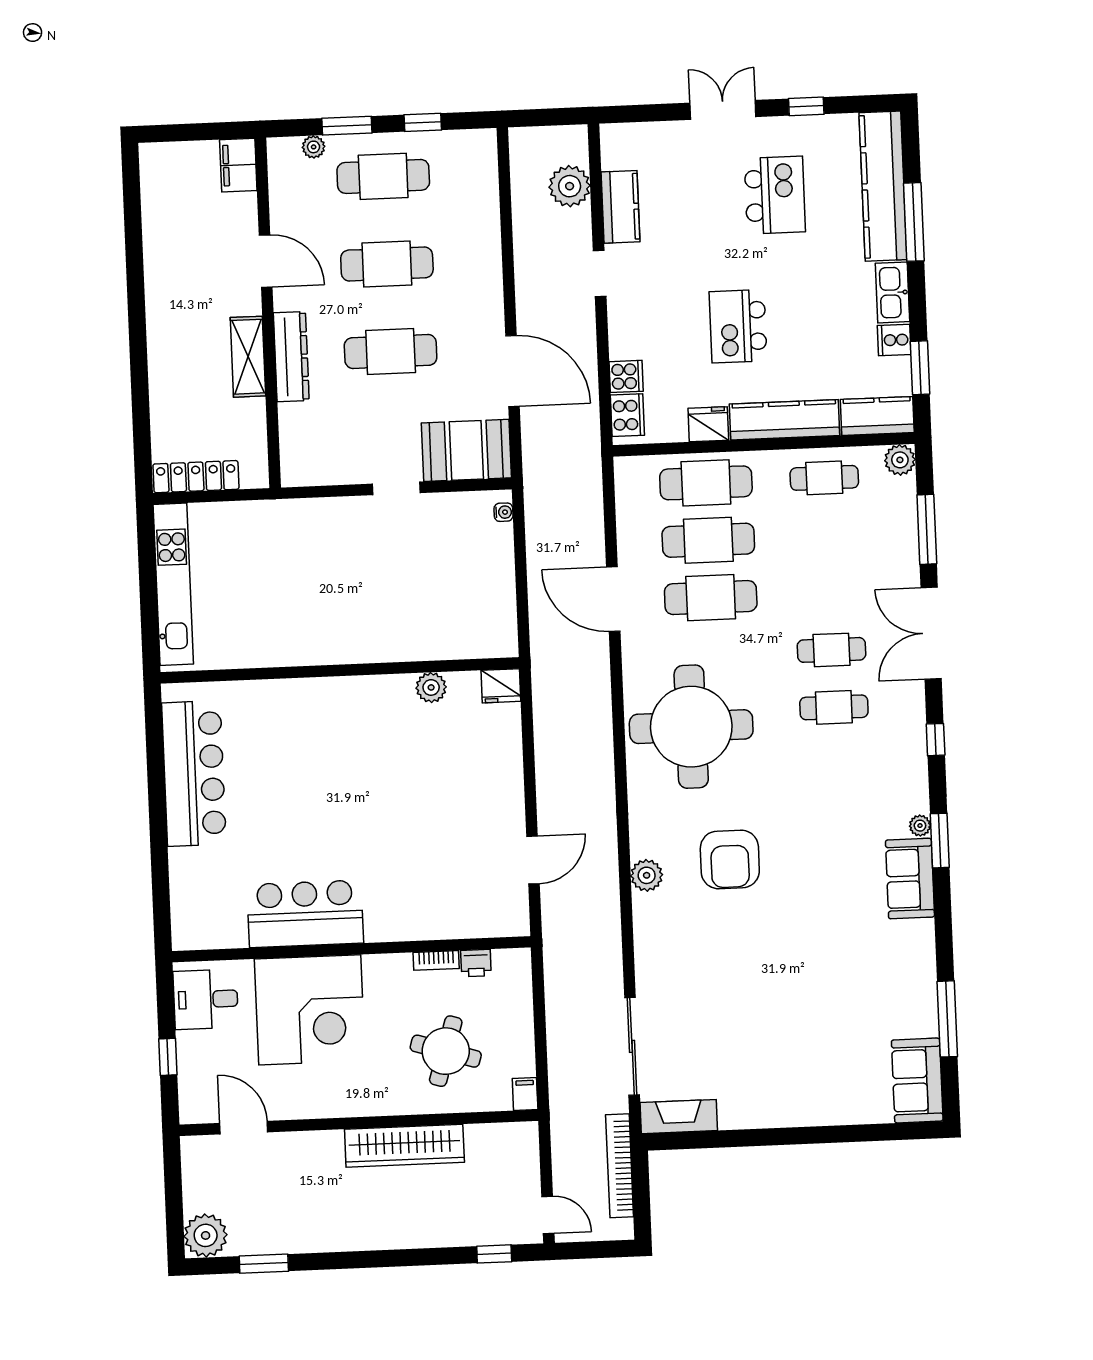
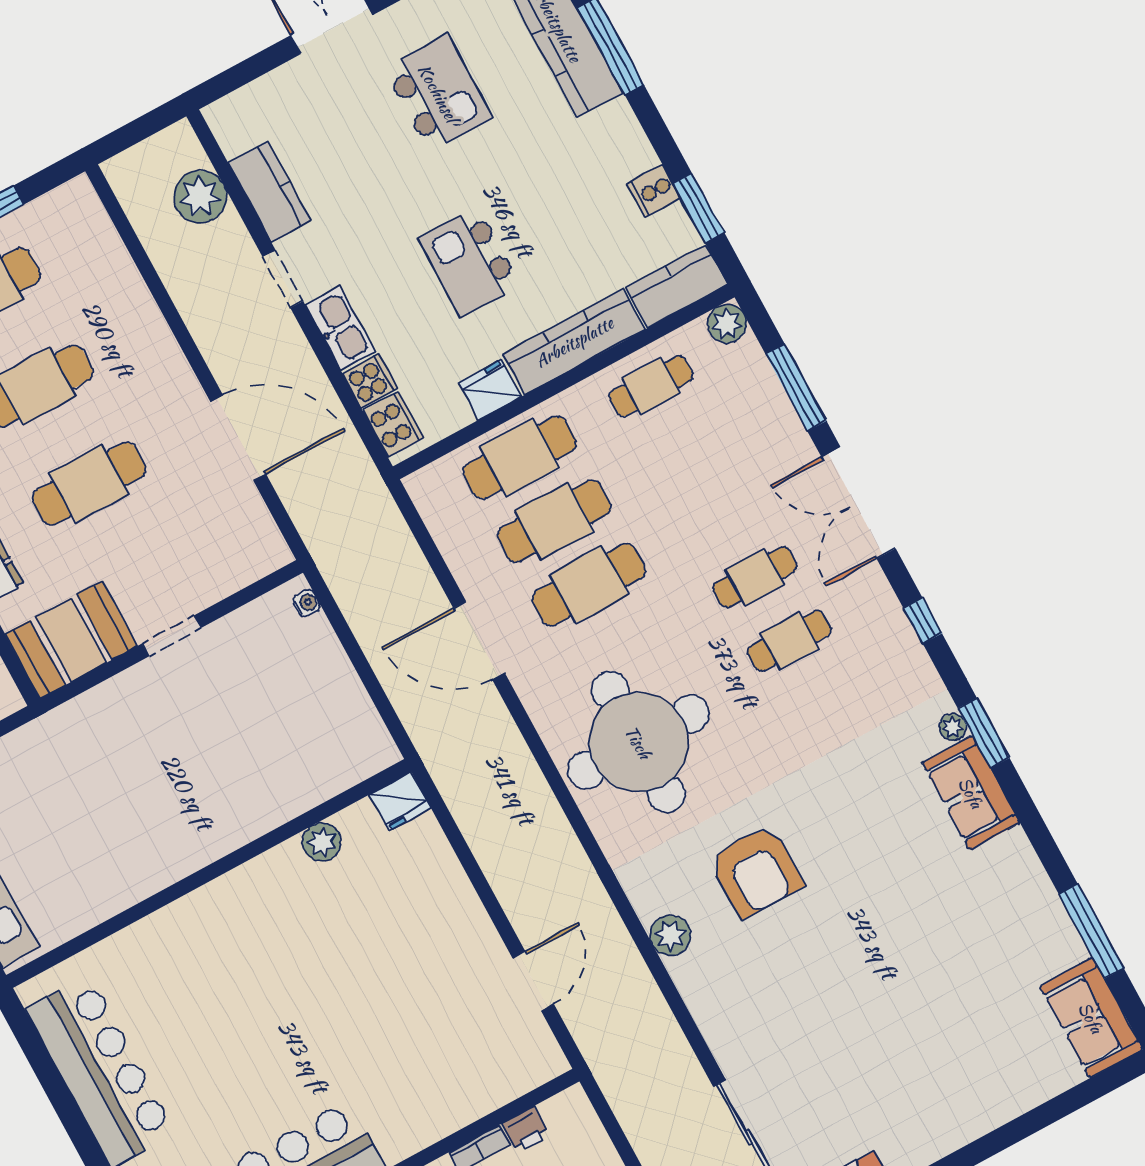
kitchen sink: (892, 292) -> (341, 328), moved, turned 180
booth: (466, 450) -> (71, 640), moved

